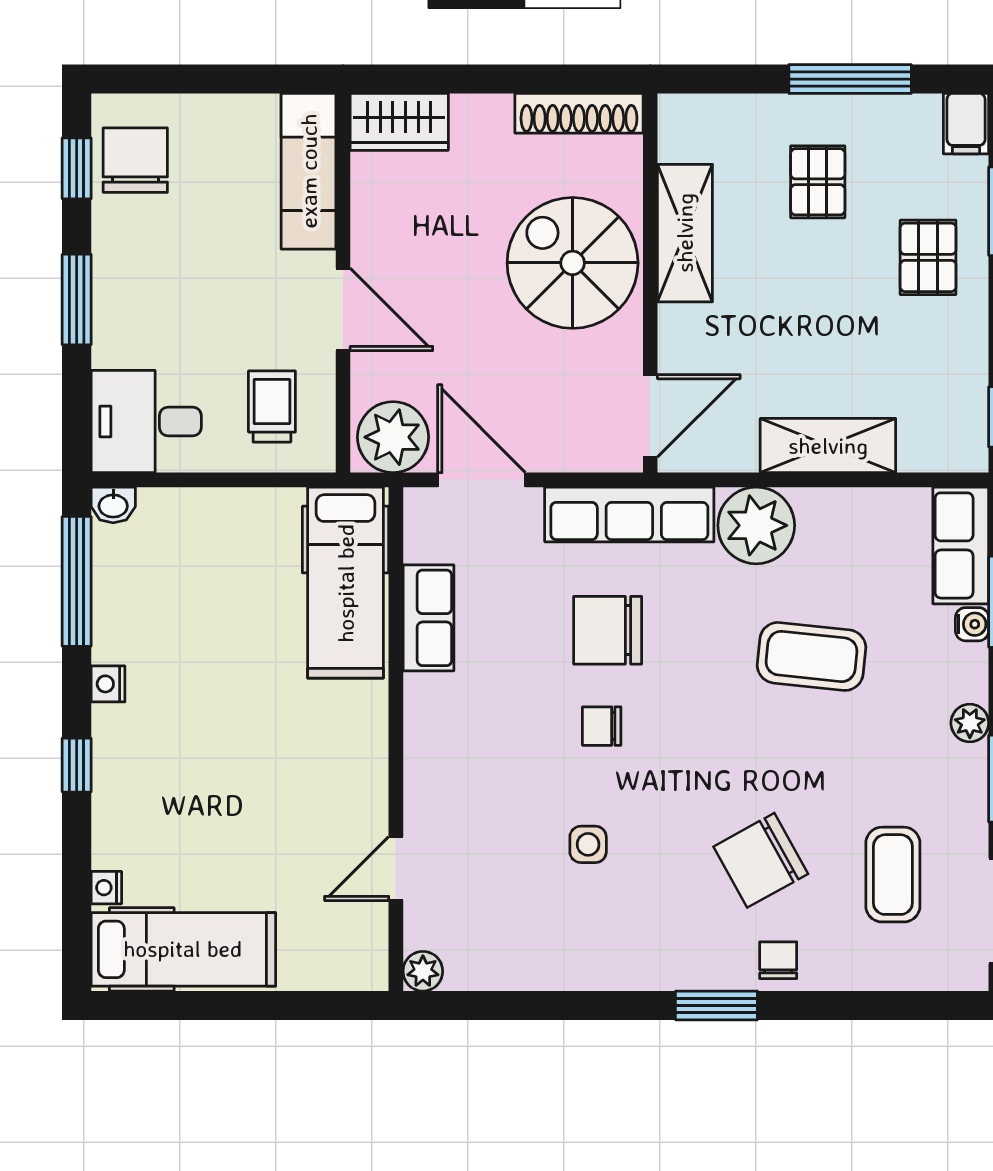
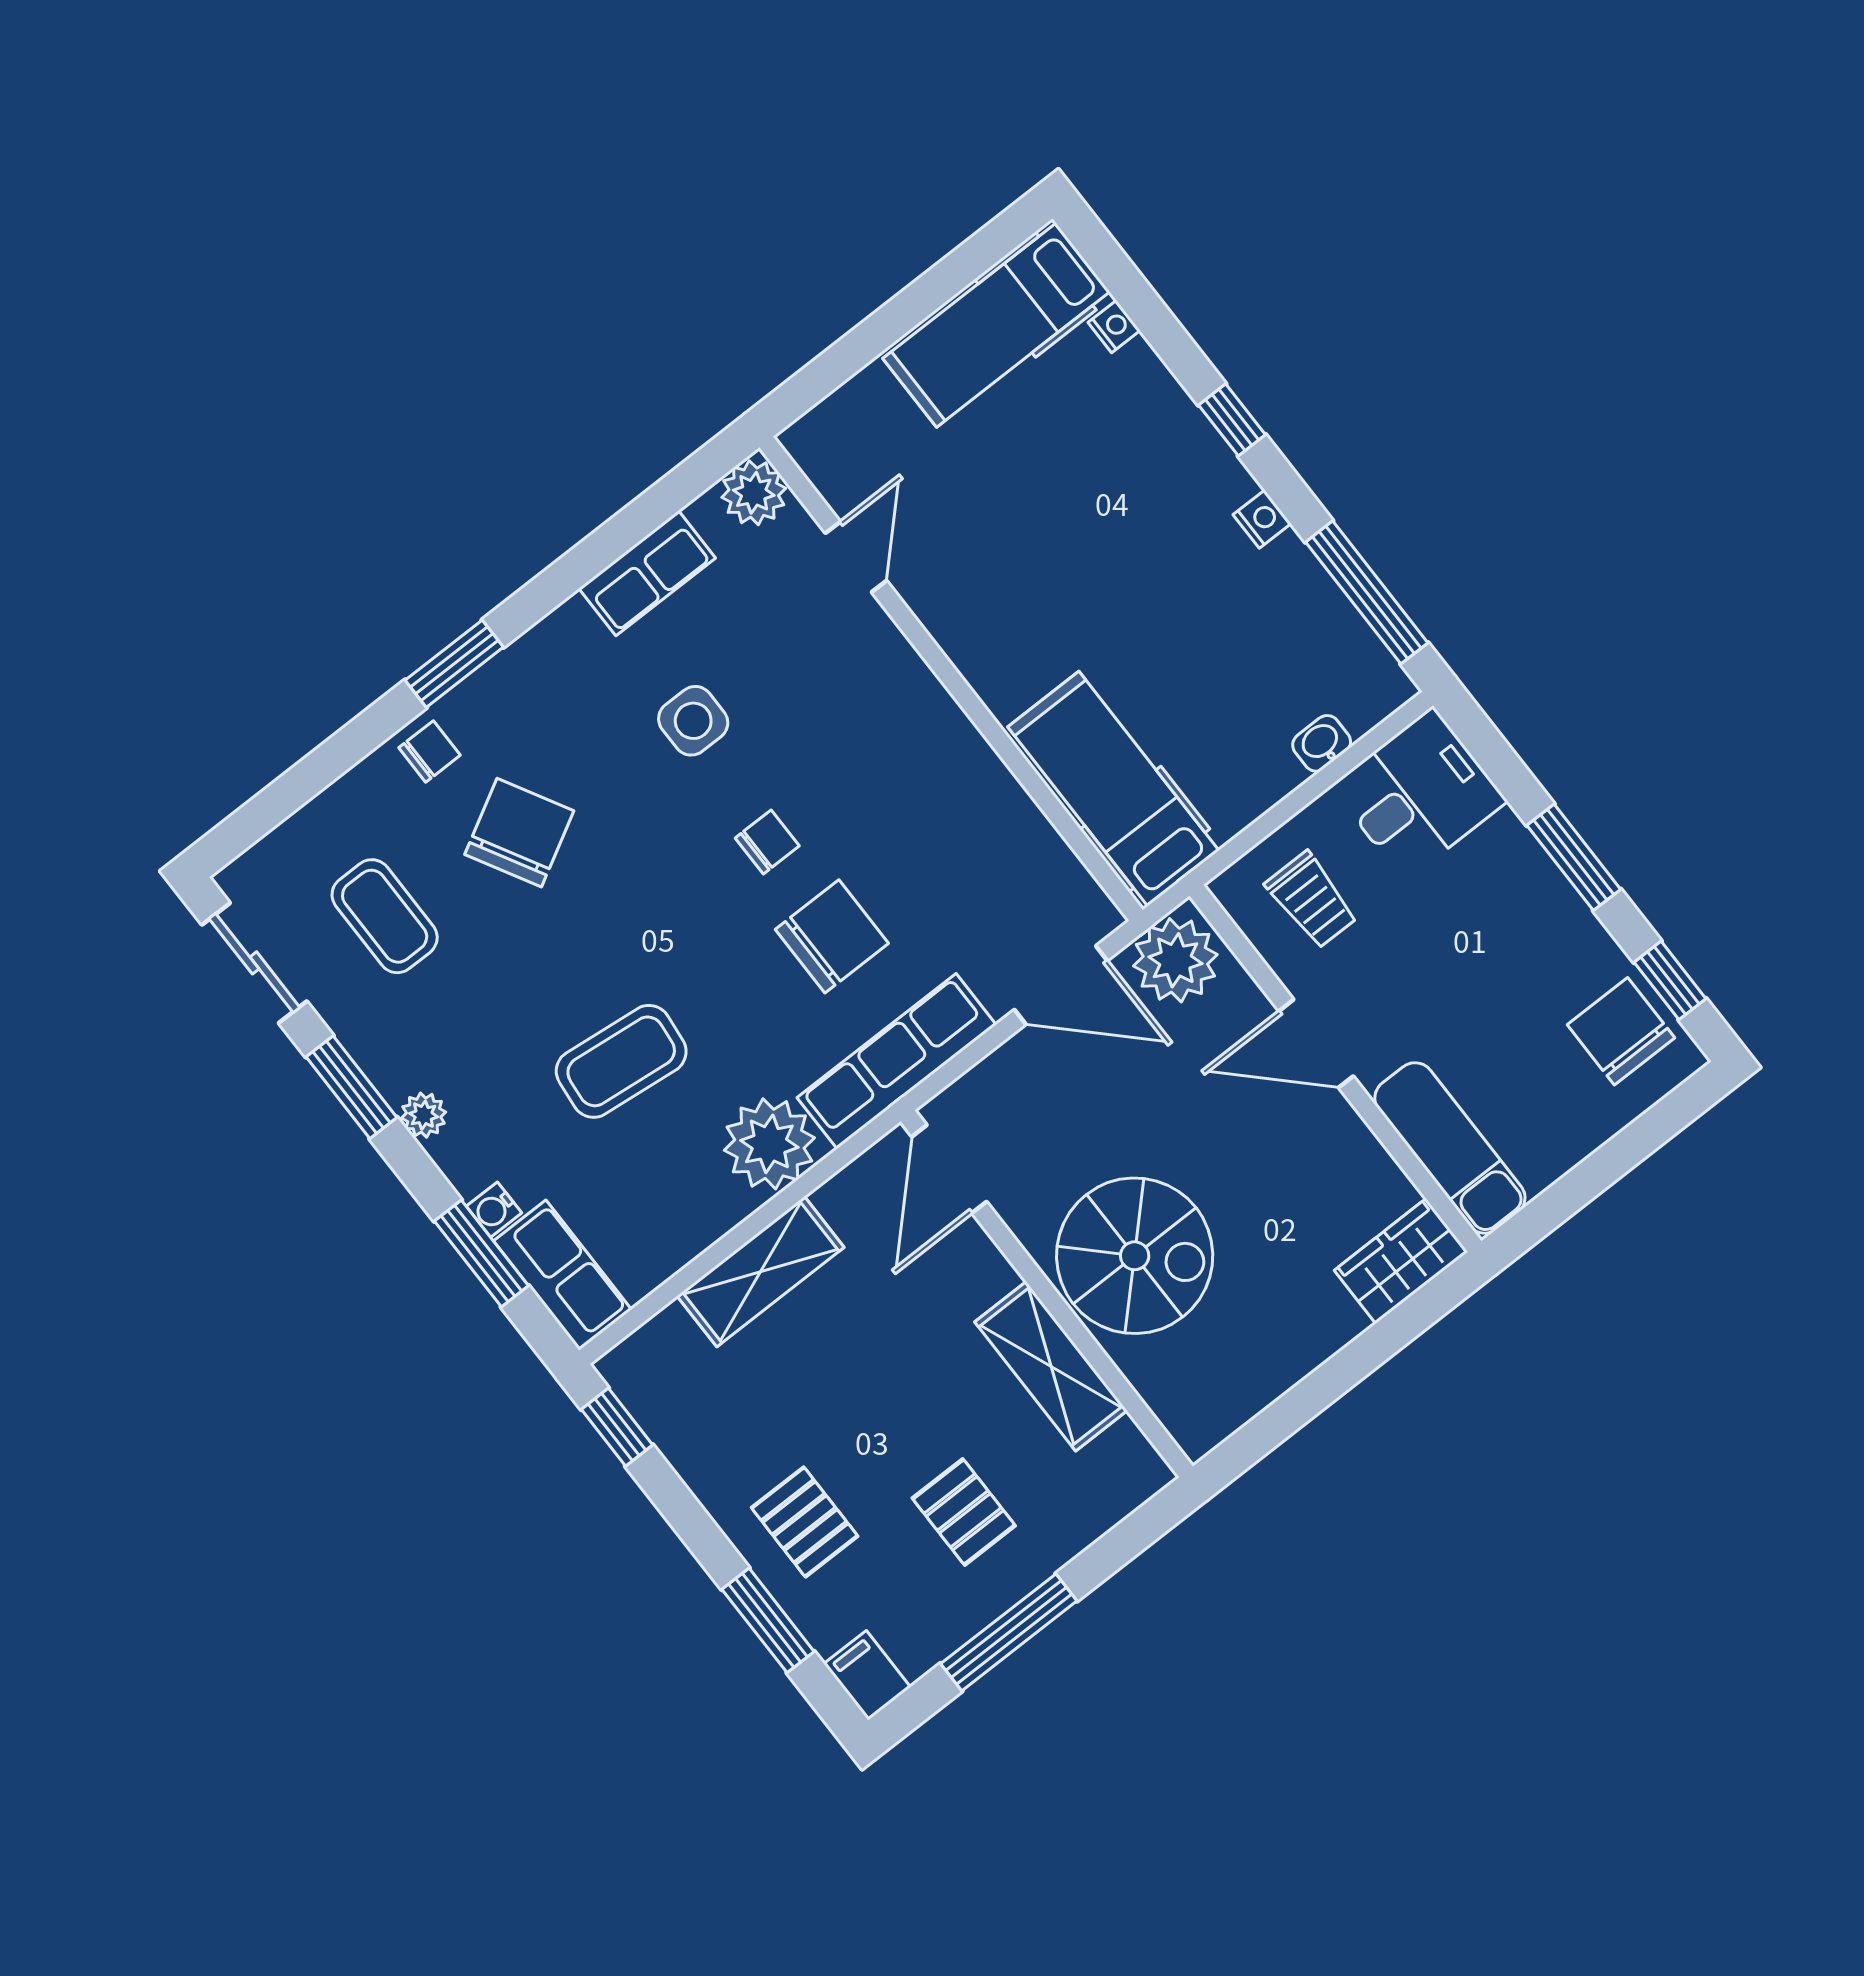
shoe rack: (579, 113) -> (1239, 1401), removed
chair: (135, 160) -> (1621, 1031), turned 180
washbasin: (113, 505) -> (1322, 743), moved
row of seats: (428, 618) -> (647, 573), moved, turned -90
side table: (588, 844) -> (693, 721), width x1.37, depth x1.37
chair: (778, 960) -> (429, 751), turned -90
plant: (423, 971) -> (754, 493), width x1.38, depth x1.38

